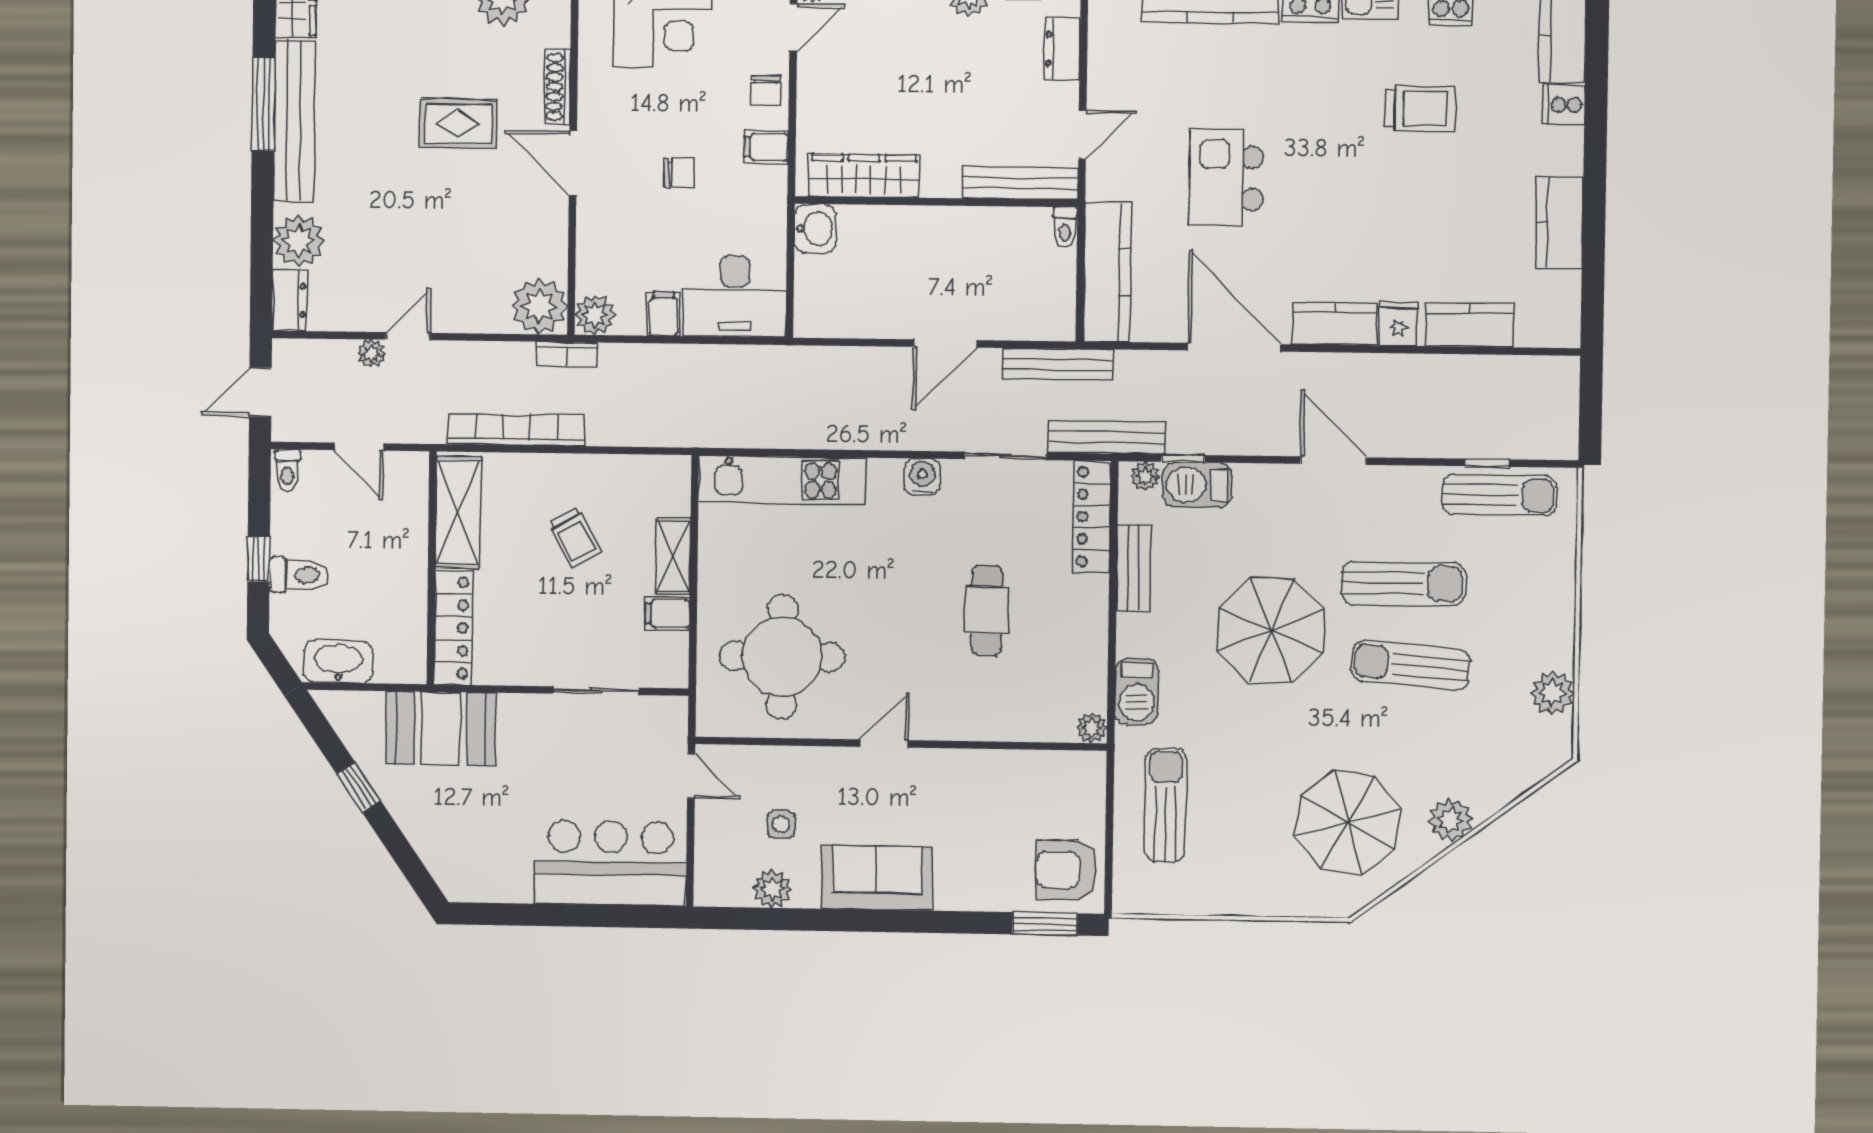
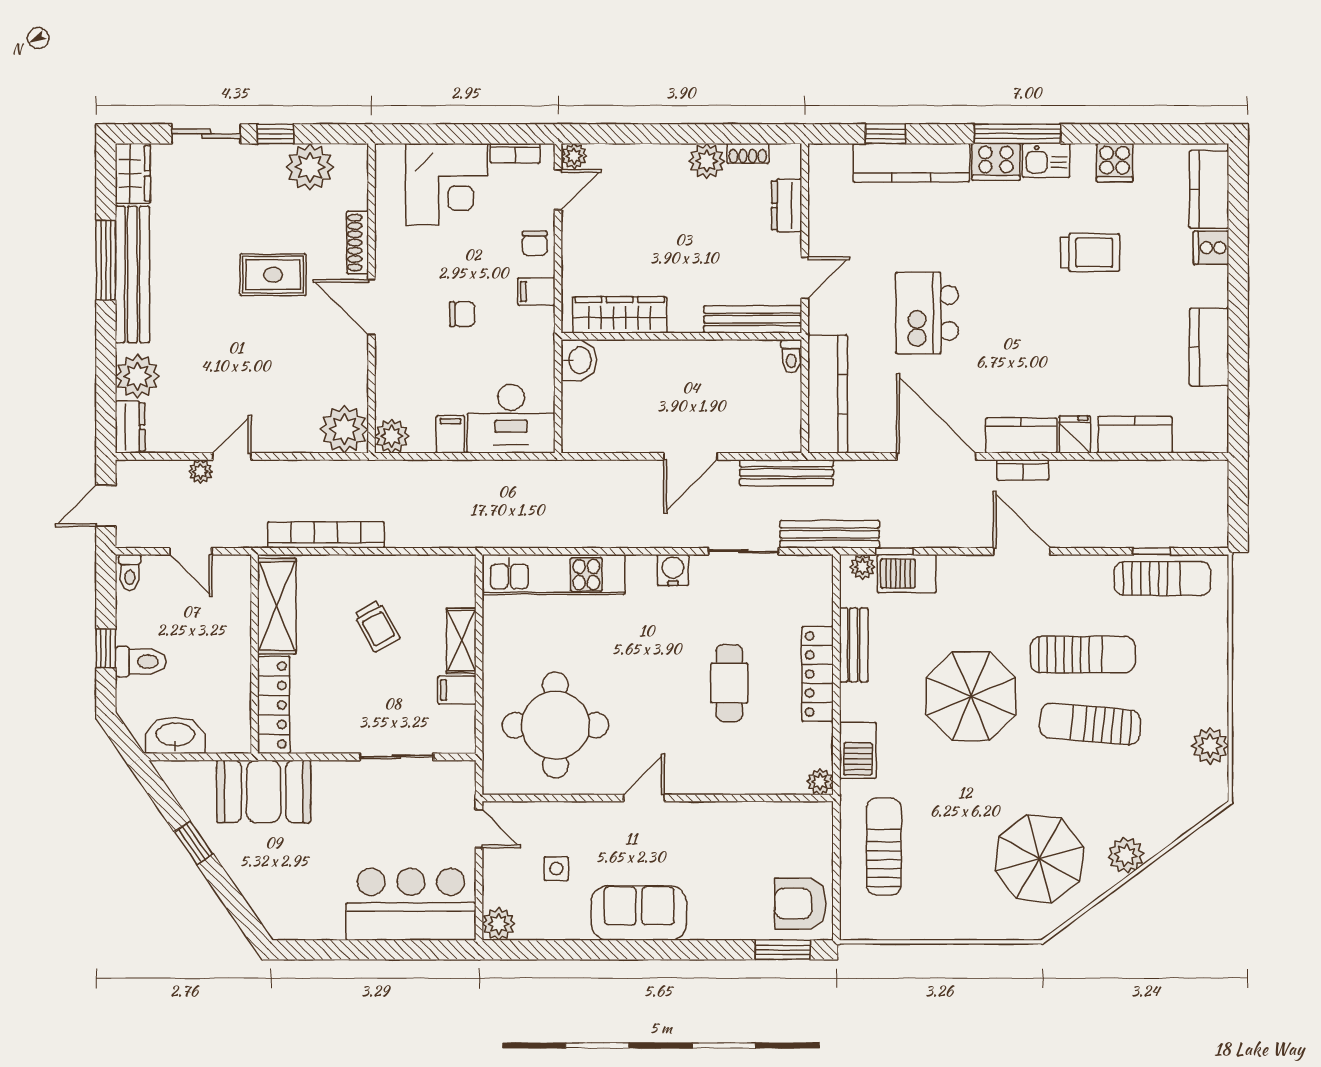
bookcase: (566, 354) -> (1023, 470), moved
locker: (1092, 517) -> (818, 674), moved
plant: (772, 889) -> (498, 924), moved

